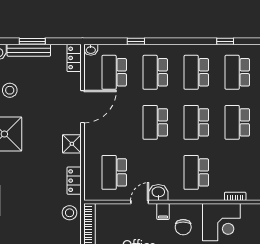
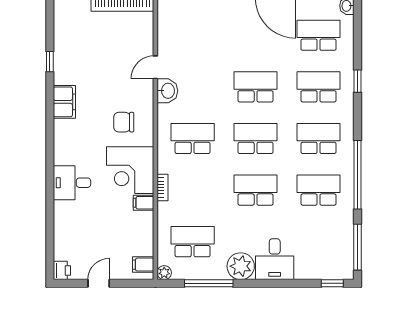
window: (136, 41) -> (357, 81), moved
window: (225, 41) -> (357, 175), width x3.17
school desk: (114, 172) -> (193, 35), removed
door: (140, 202) -> (155, 67), swing flipped
filing cabinet: (163, 211) -> (143, 203), moved

